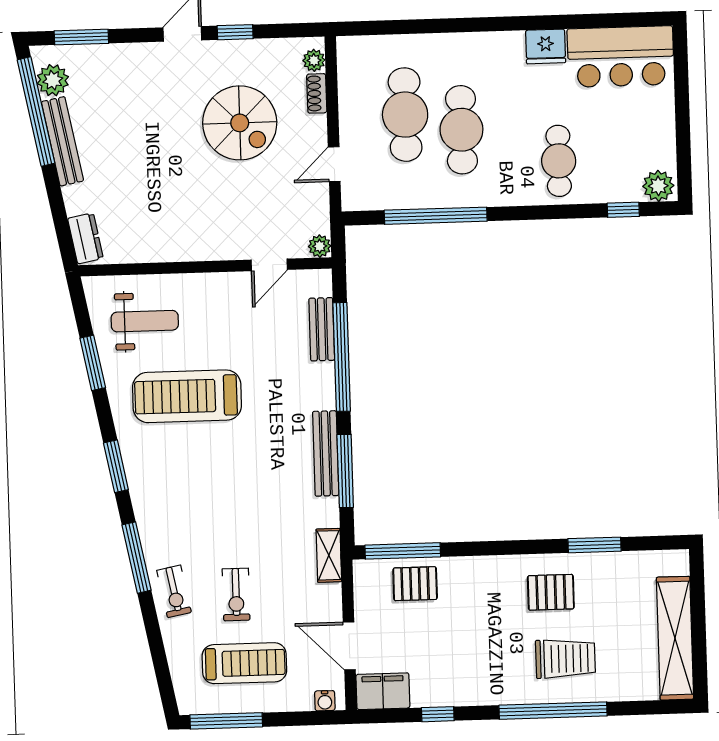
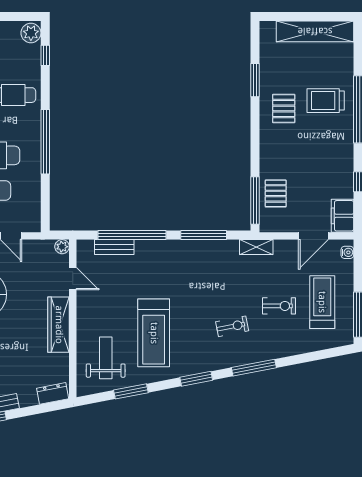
window: (436, 216) -> (45, 142), moved
wardrobe: (195, 244) -> (59, 325), added
bench: (326, 453) -> (192, 247), removed
exercise bike: (174, 591) -> (232, 326), moved
trolley: (565, 659) -> (326, 101), turned -90

